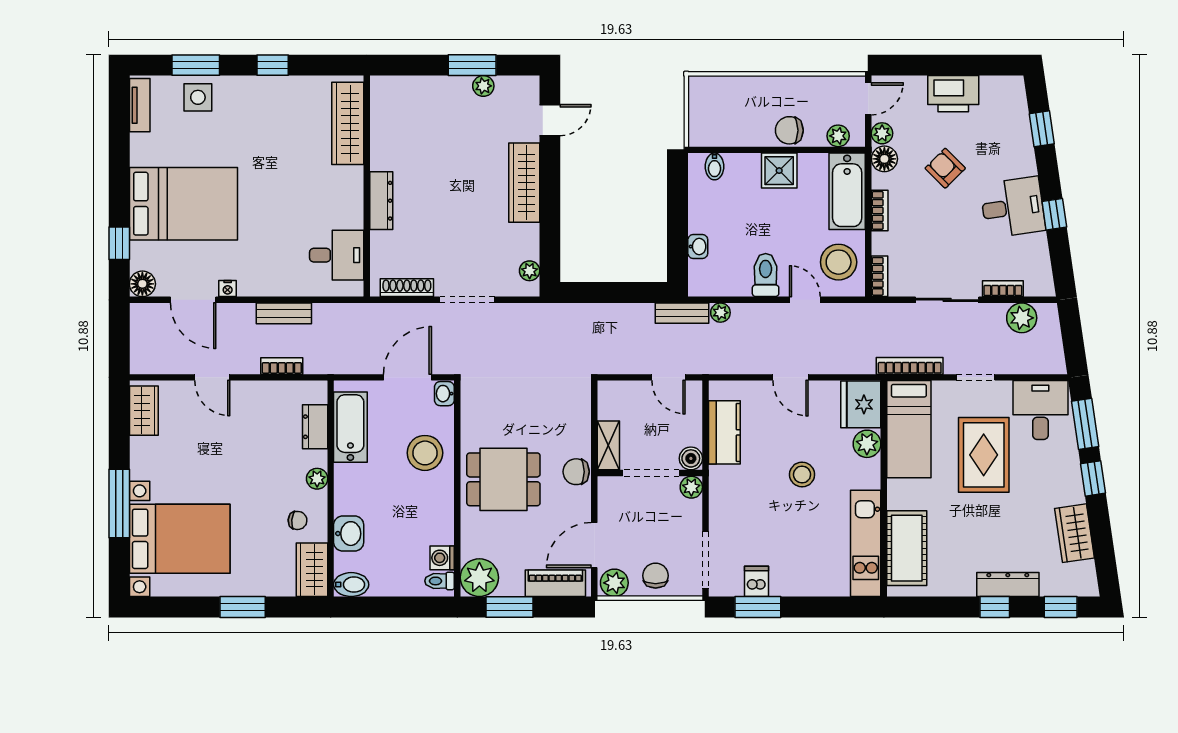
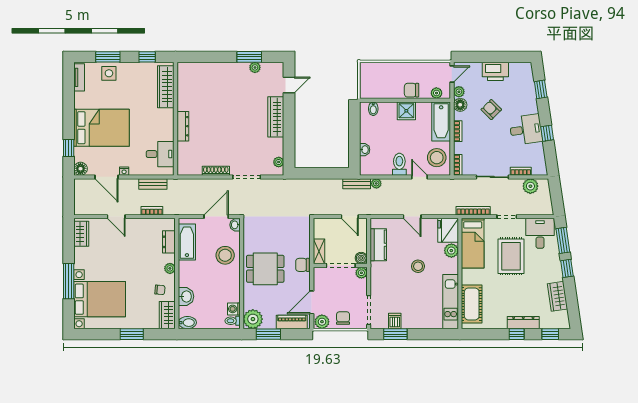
wardrobe: (348, 123) -> (166, 87), moved
wall: (367, 186) -> (175, 119), moved
dresser: (381, 201) -> (183, 126), moved
desk: (337, 255) -> (160, 154), moved

